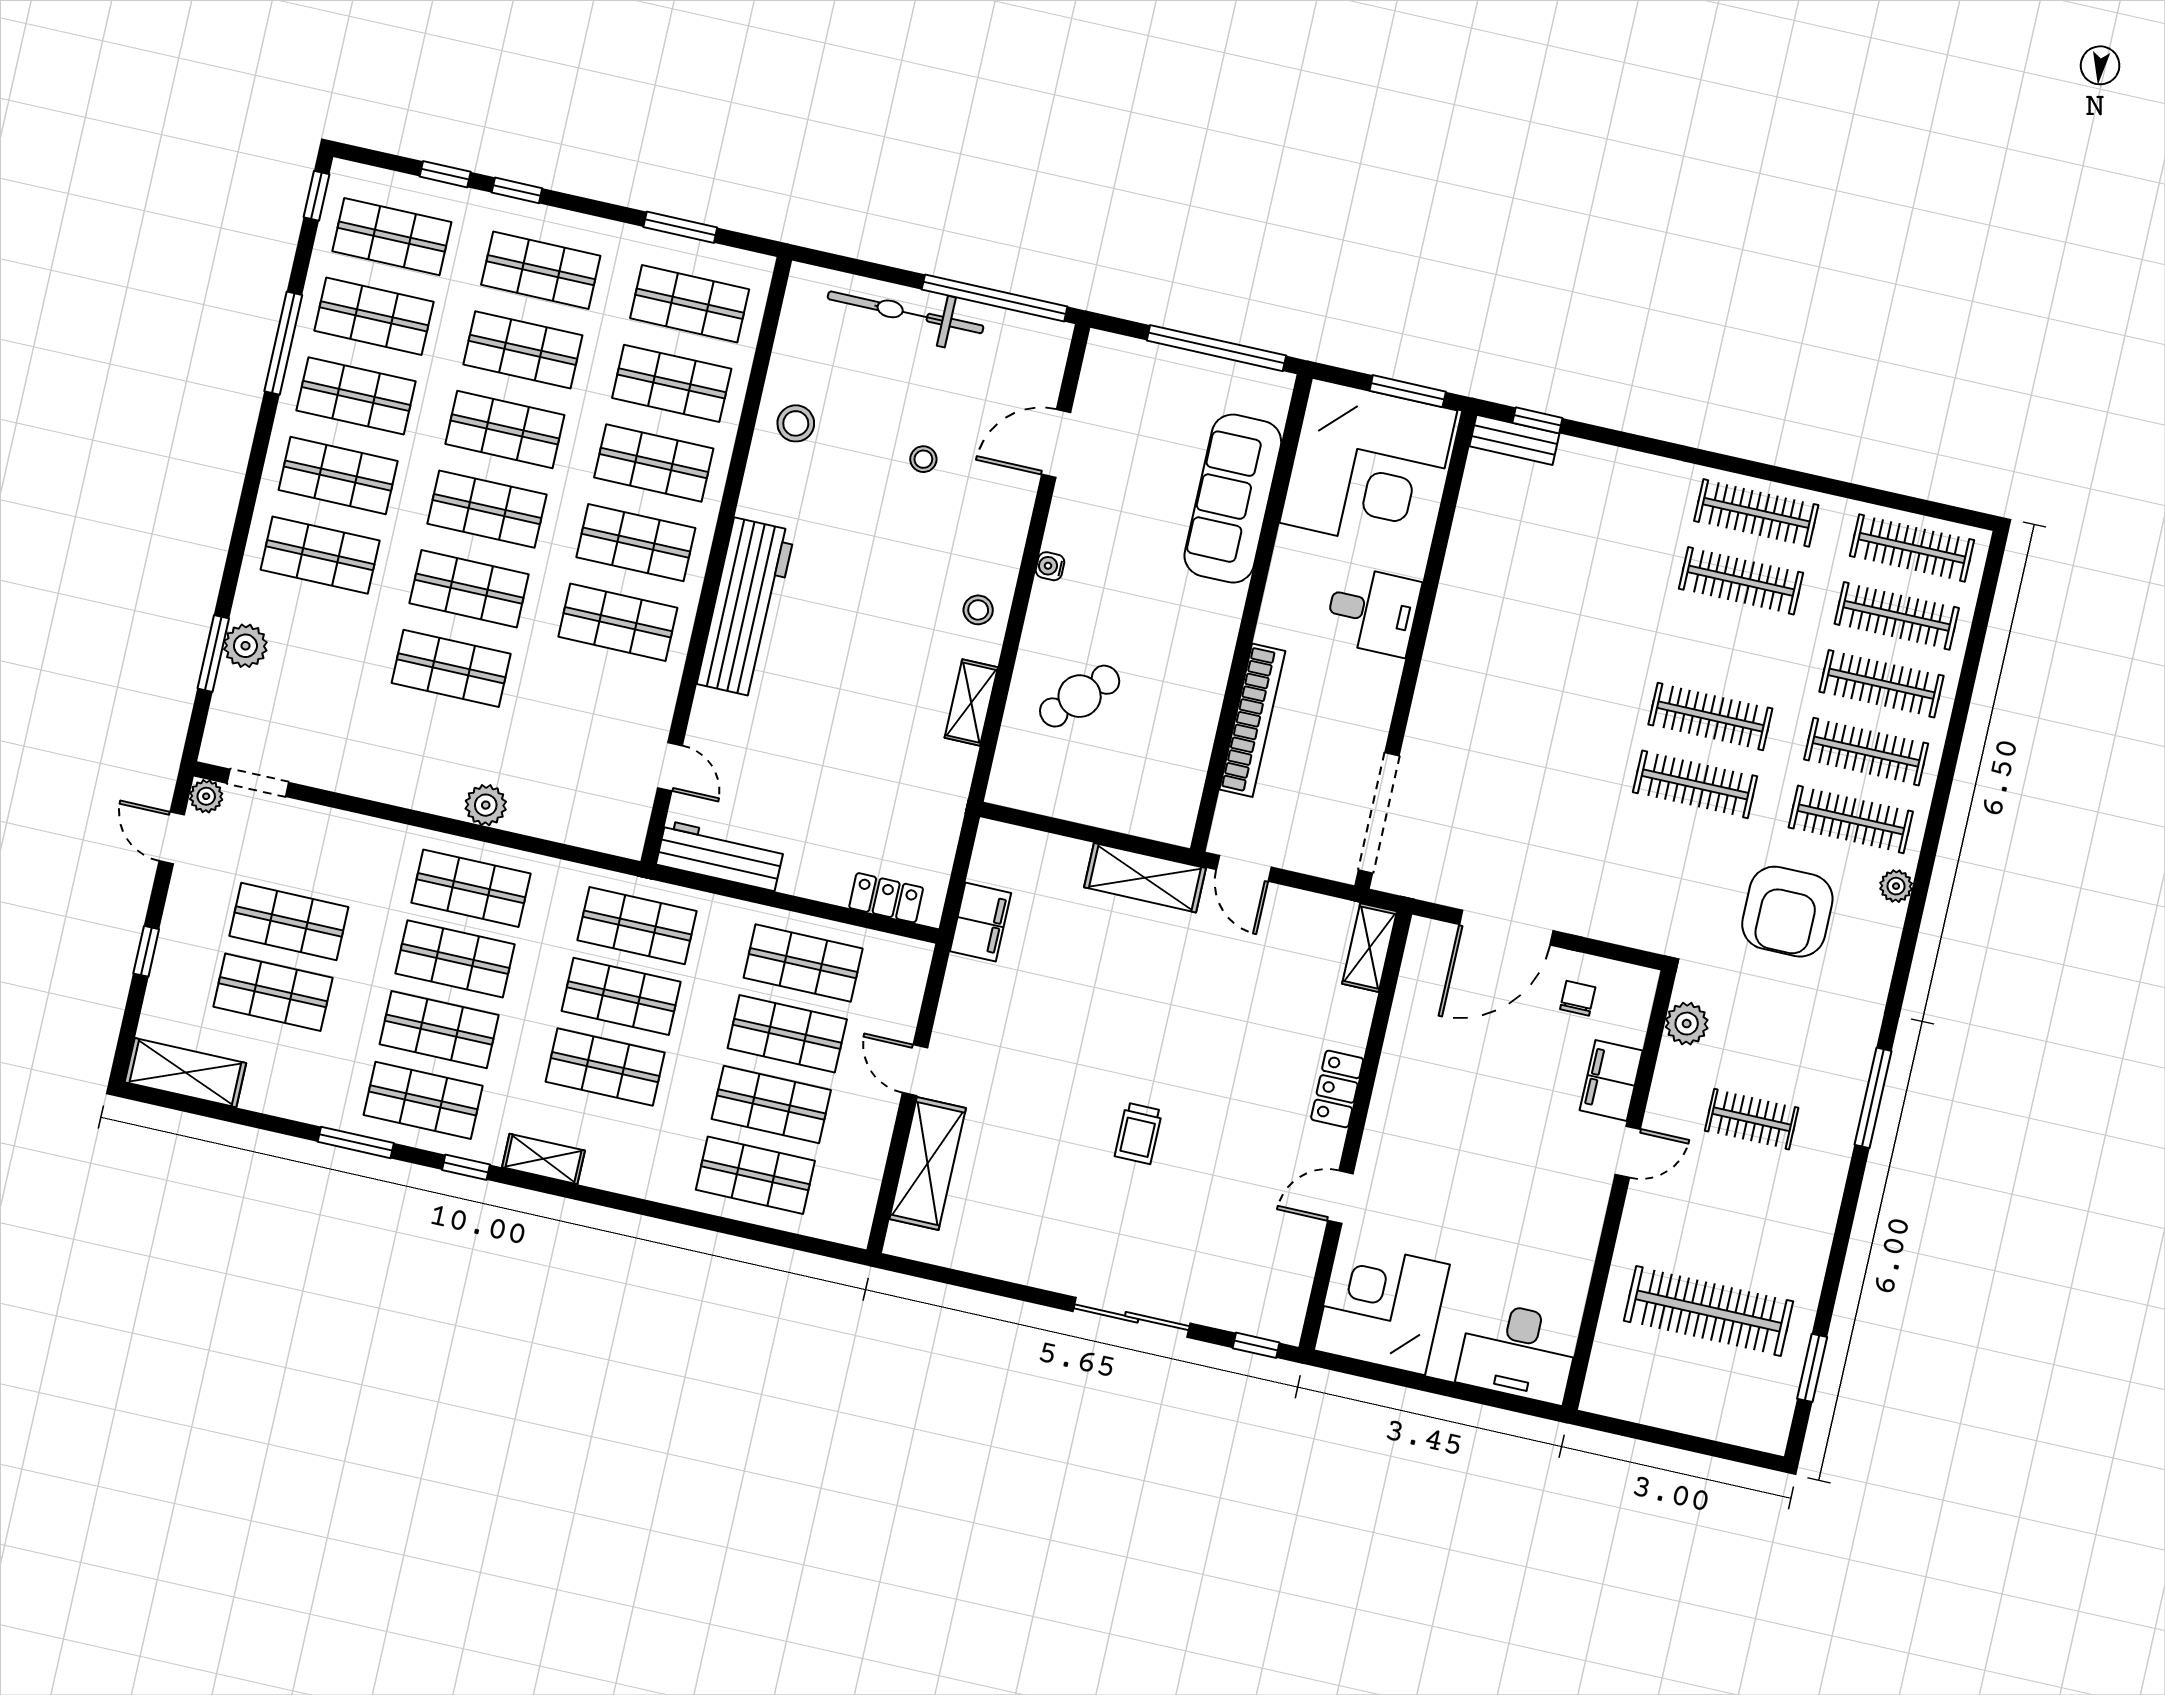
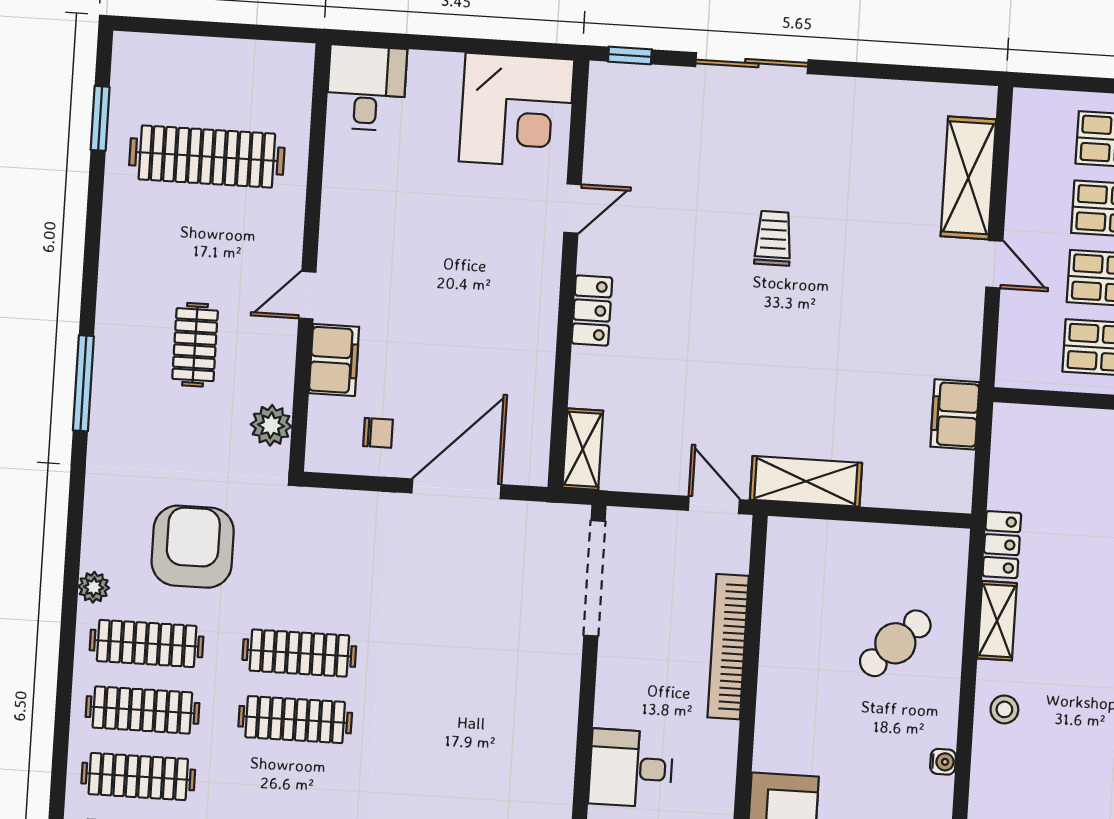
locker: (886, 898) -> (1002, 545), moved, turned -90
chair: (1578, 998) -> (378, 433), turned -90
clothes rail: (1752, 1119) -> (195, 345), turned 90
desk: (1518, 1352) -> (366, 88), width x0.73

